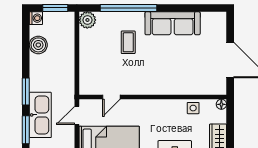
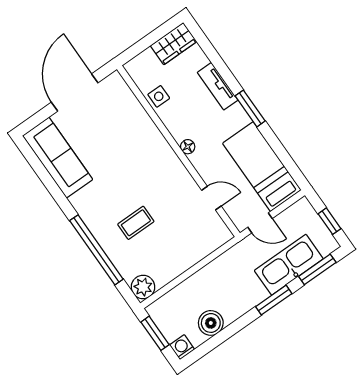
sofa: (173, 23) -> (58, 157), moved
floor lamp: (221, 104) -> (188, 147), moved

